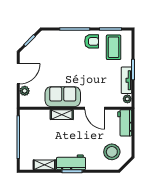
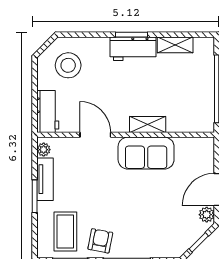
armchair: (92, 41) -> (100, 241), turned 101
plant: (25, 91) -> (207, 215), moved

